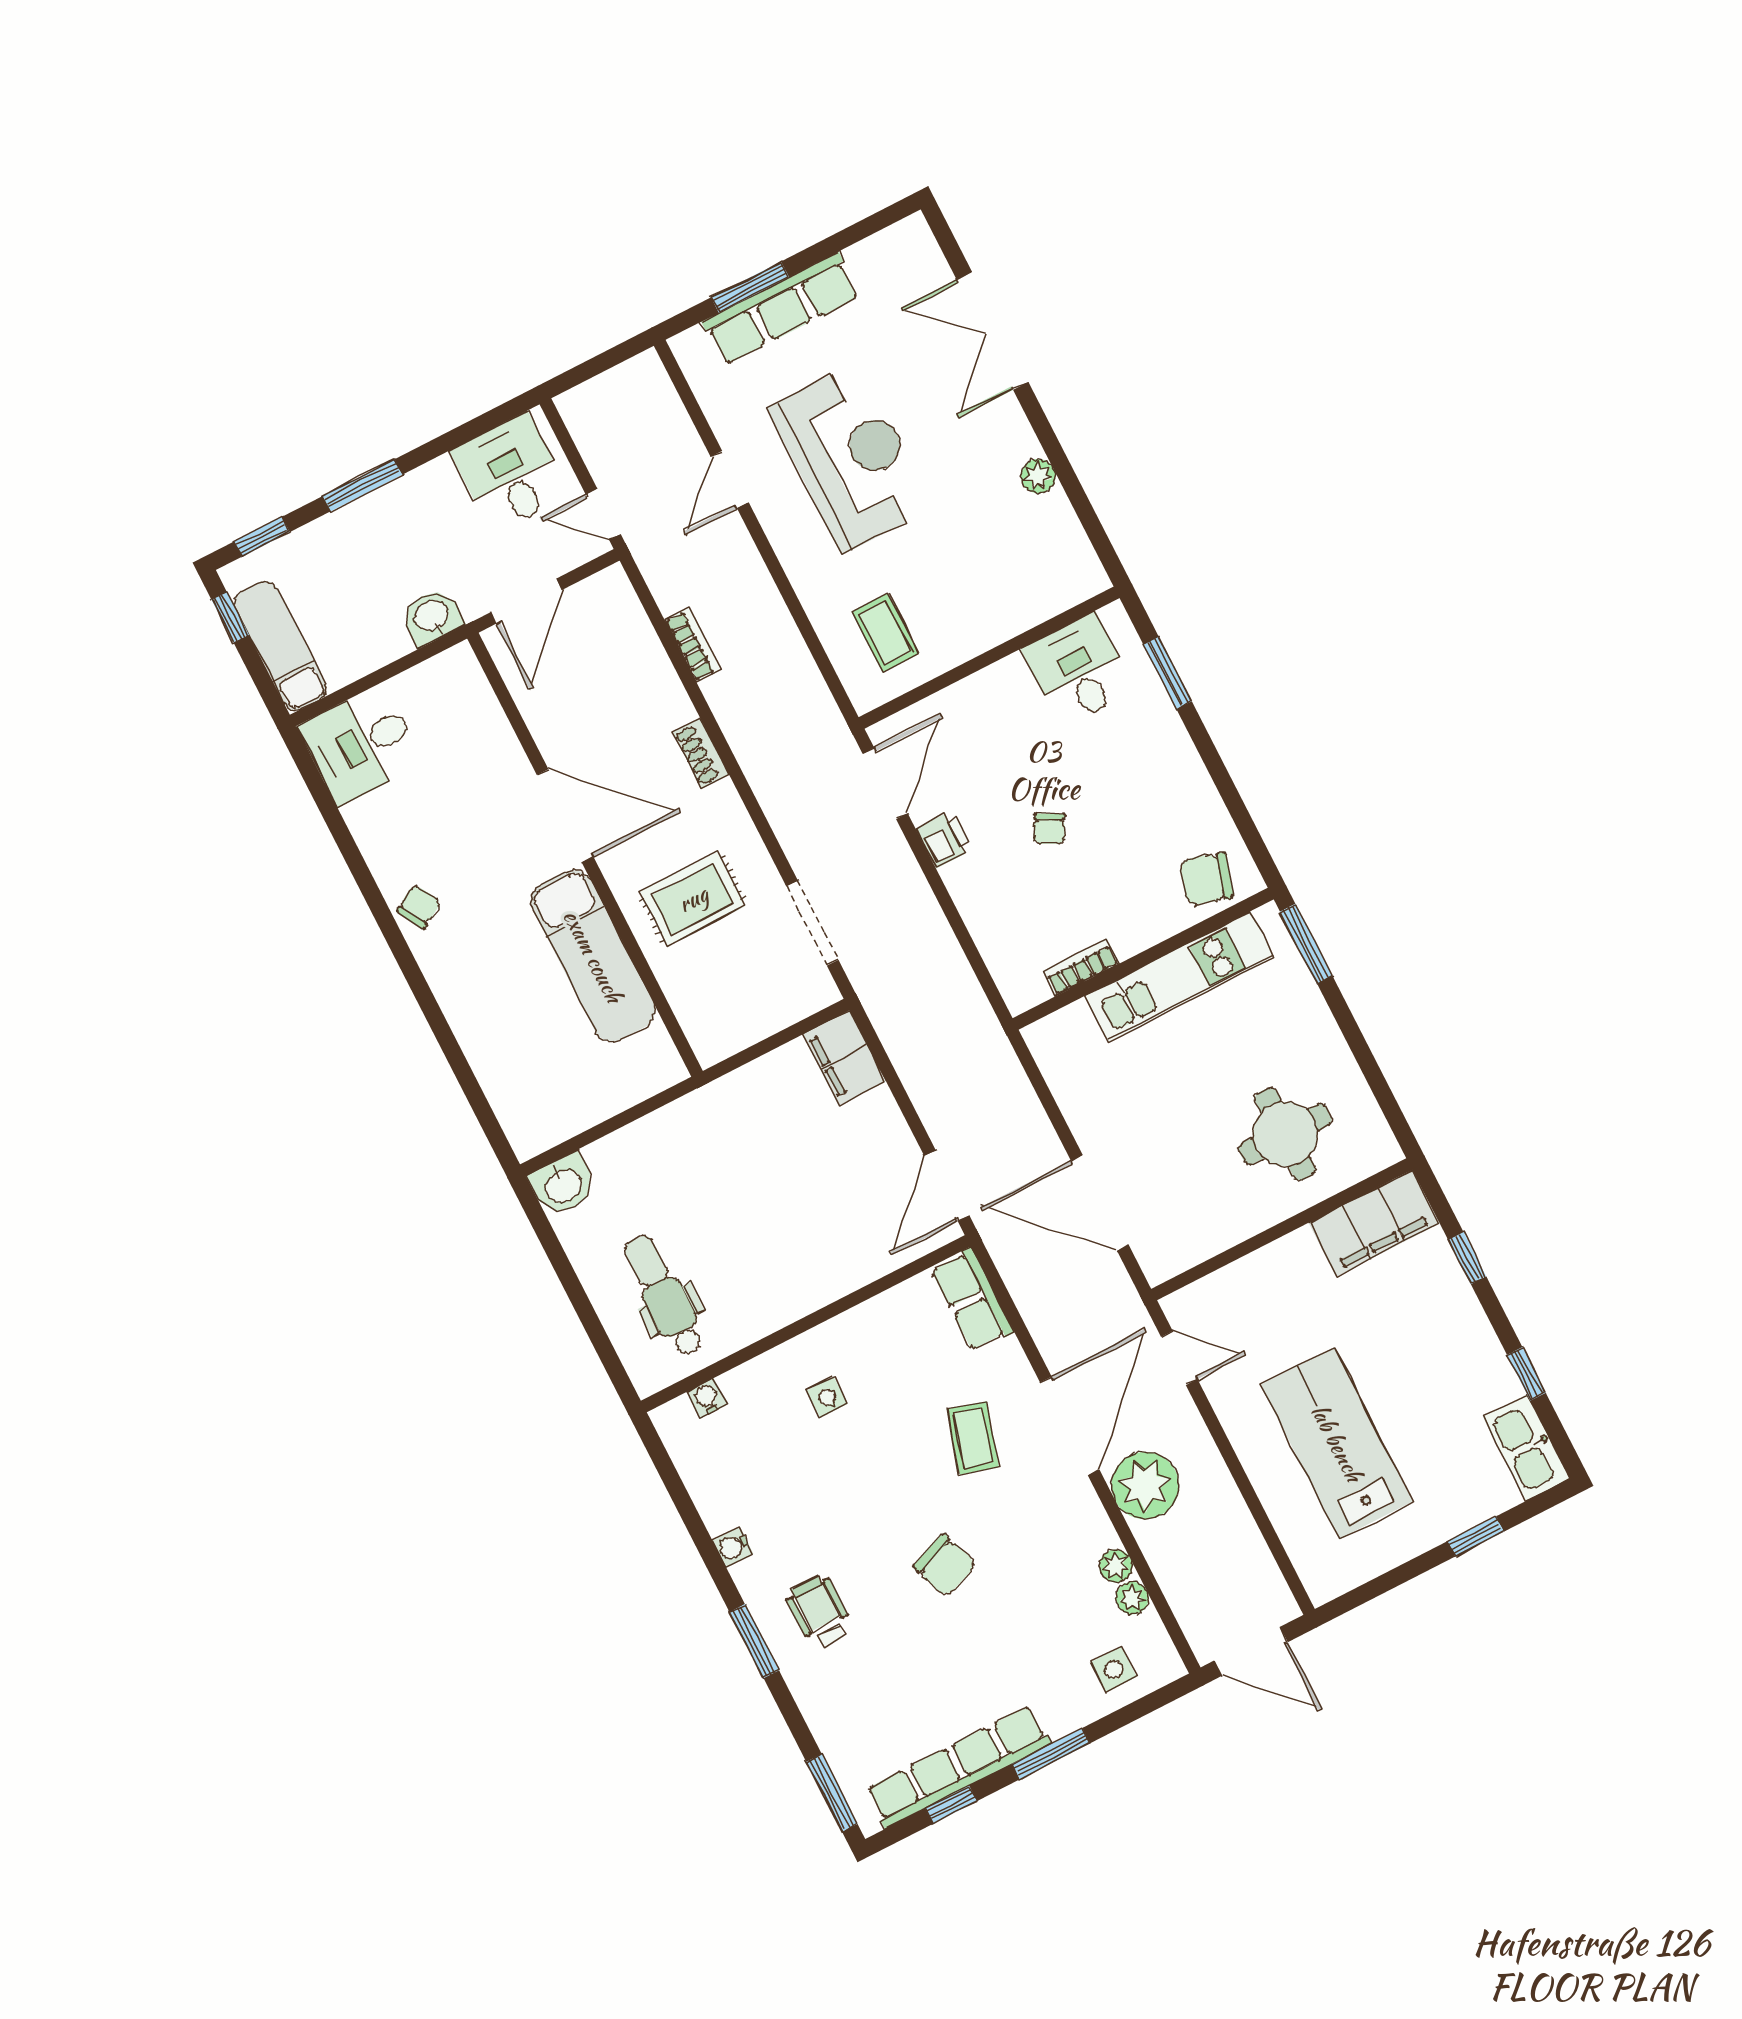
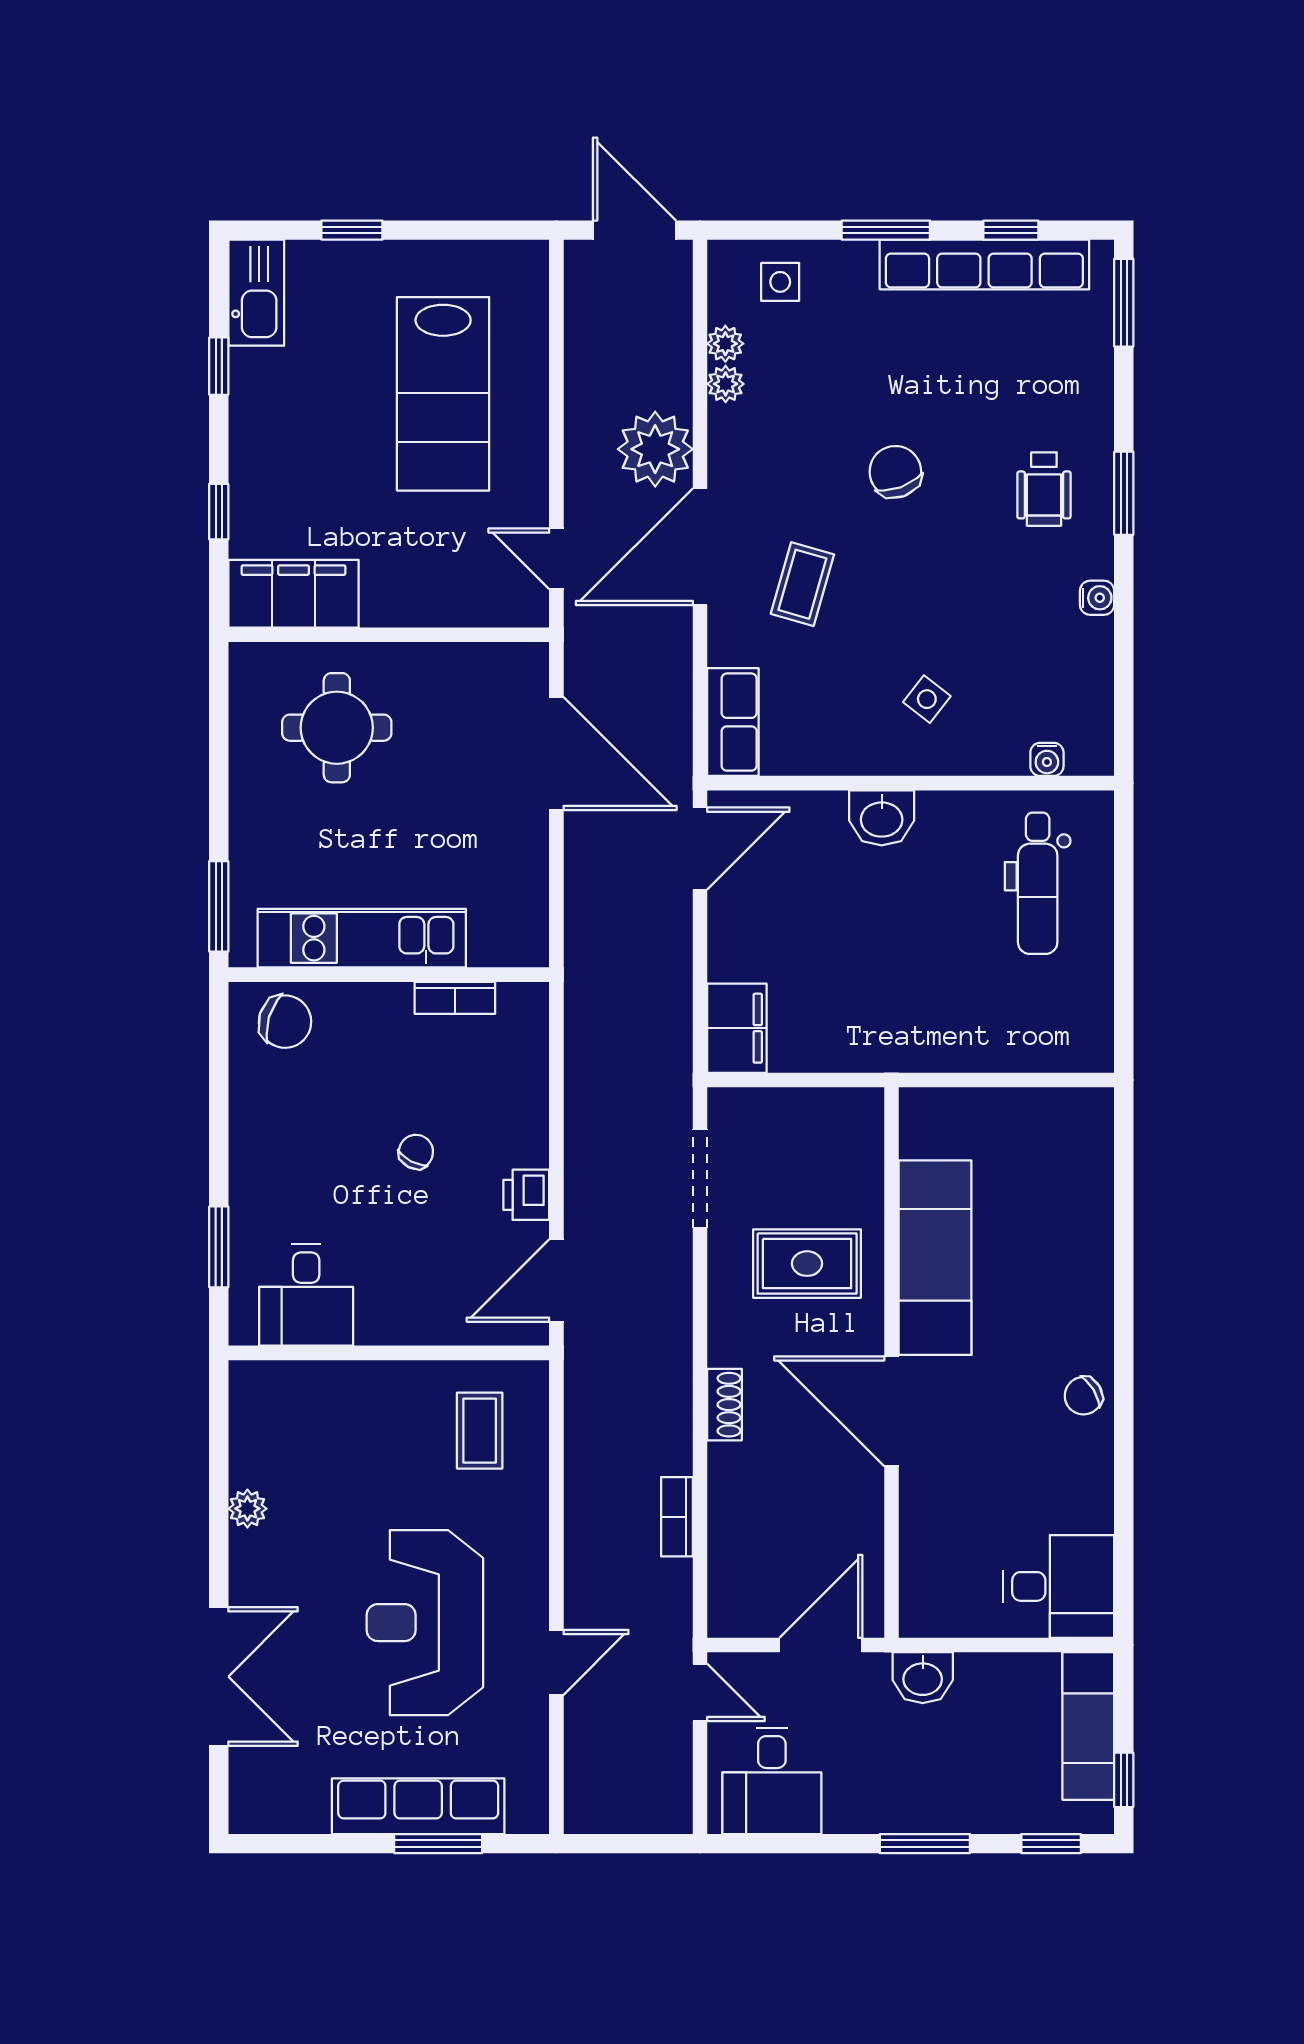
washbasin: (563, 1185) -> (882, 818), moved, turned 180
side table: (827, 1397) -> (927, 699), turned 38

